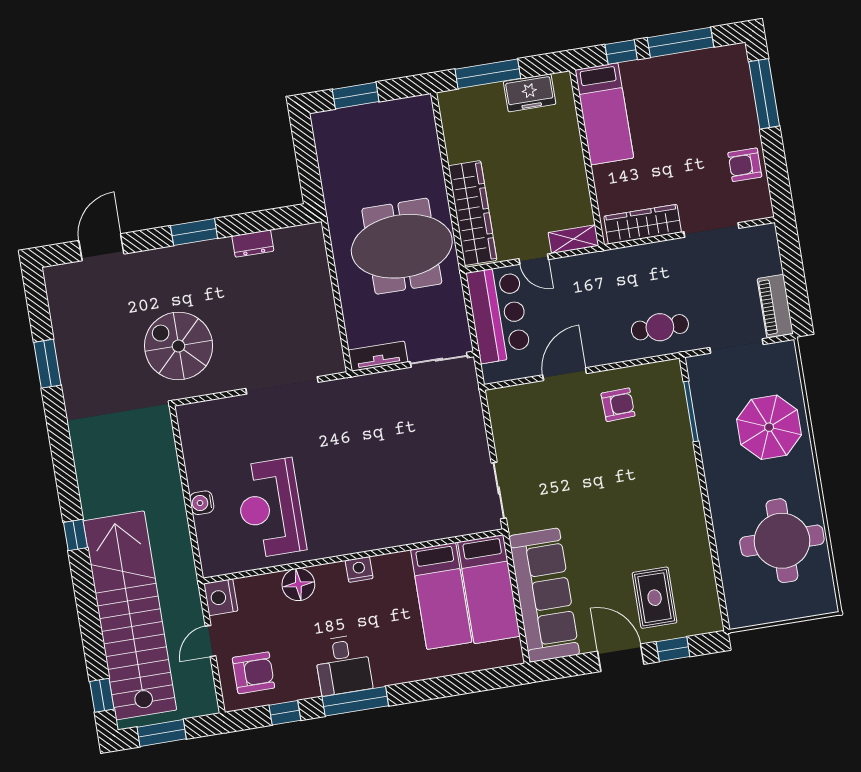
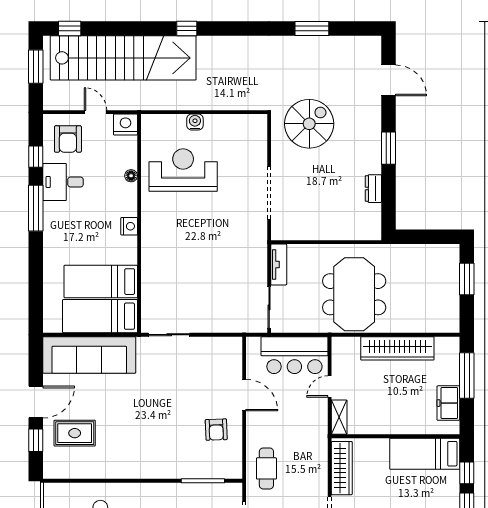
wardrobe: (472, 213) -> (397, 348), moved
floor lamp: (298, 584) -> (131, 176), width x0.53, depth x0.53
desk: (343, 665) -> (63, 182), moved

